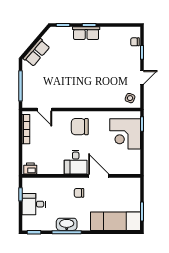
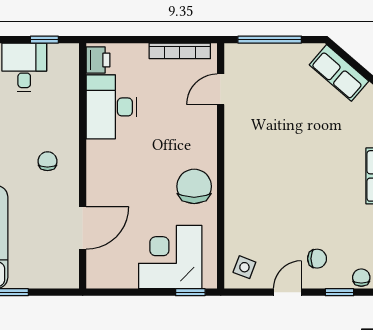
chair: (126, 63) -> (317, 259), added
door: (142, 77) -> (287, 292), swing flipped
chair: (80, 127) -> (194, 186), moved
desk: (76, 162) -> (111, 107), moved, width x1.37
door: (99, 176) -> (83, 228), moved

